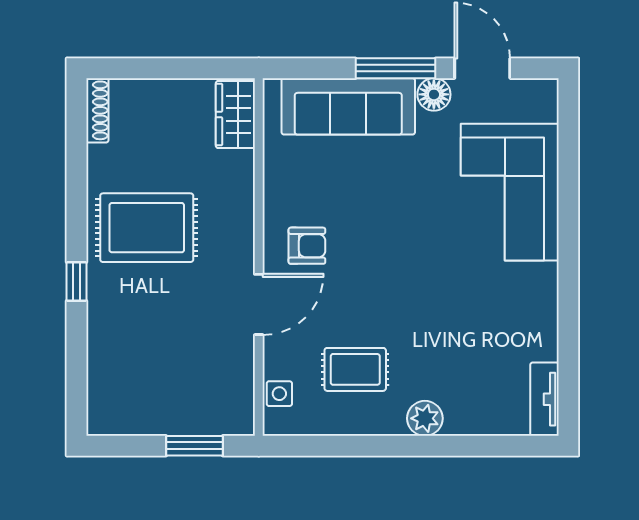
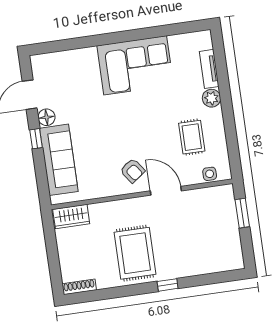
window: (395, 68) -> (36, 139), width x0.46
corner sofa: (510, 192) -> (135, 65), moved
armchair: (307, 246) -> (133, 171), turned 144
tv unit: (545, 399) -> (209, 69), moved, turned 90

